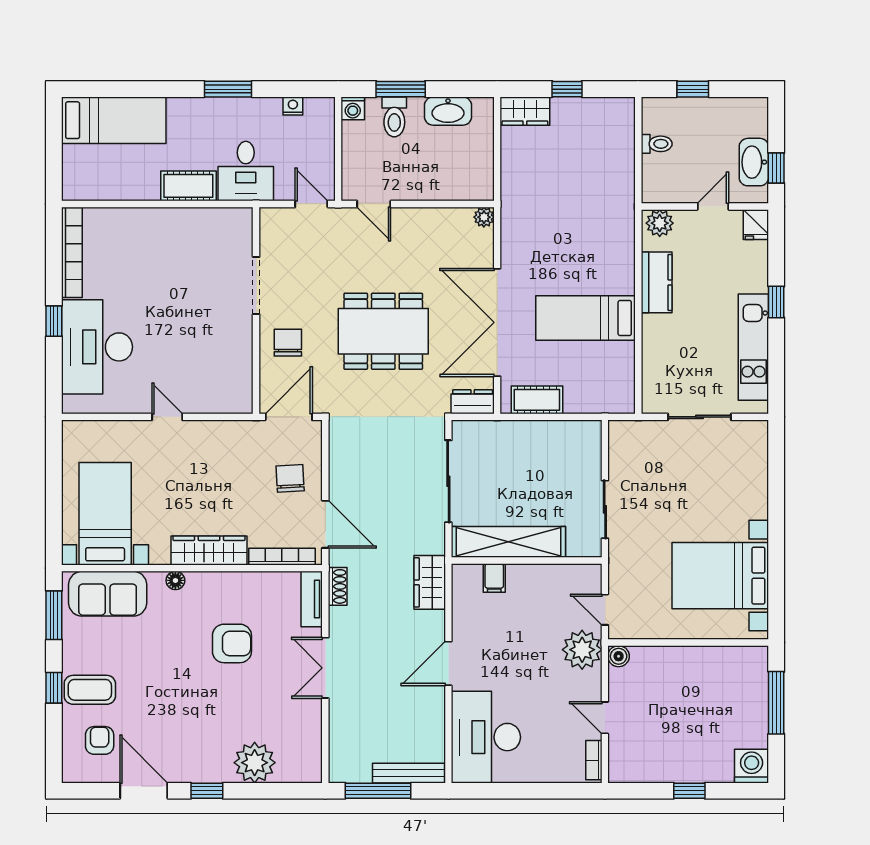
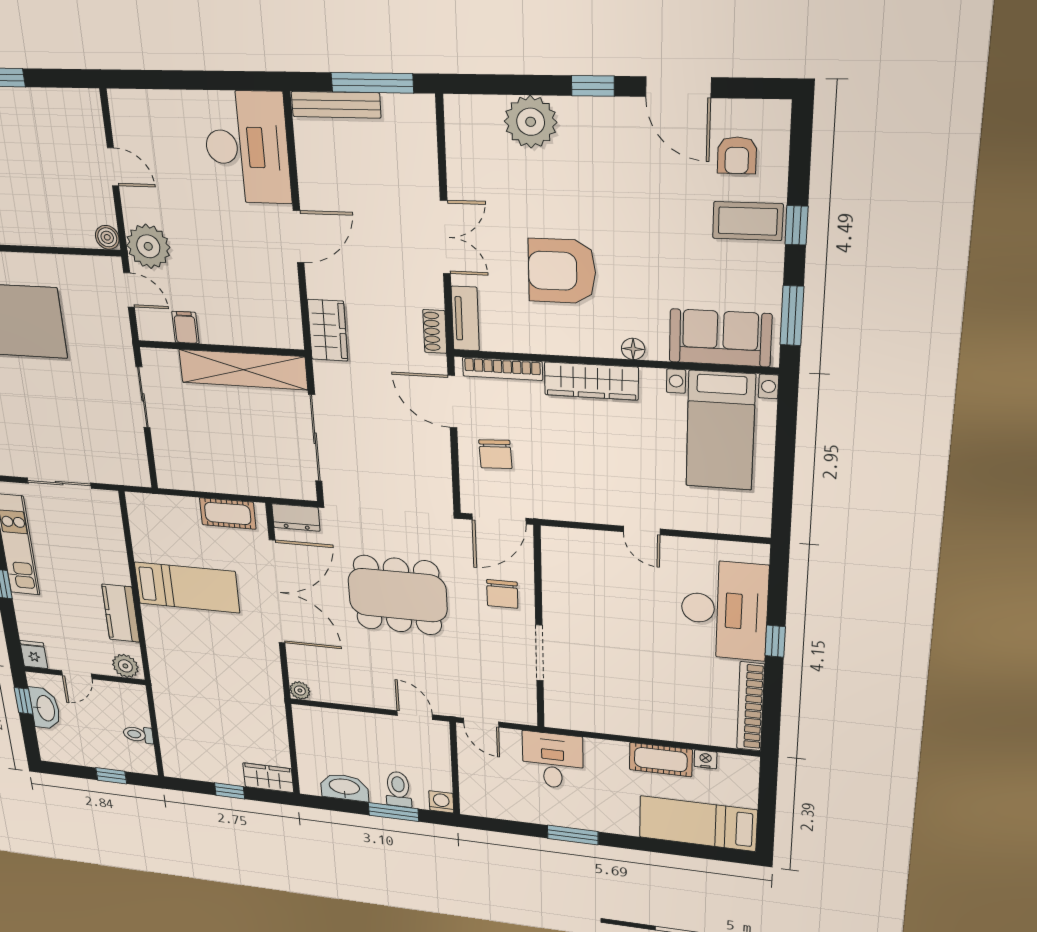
nightstand: (293, 106) -> (706, 759), moved, turned 180
cot: (188, 186) -> (661, 760), moved
filing cabinet: (494, 578) -> (185, 327), moved
armchair: (232, 643) -> (562, 271), width x1.36, depth x1.36
bookcase: (594, 760) -> (119, 116), removed

